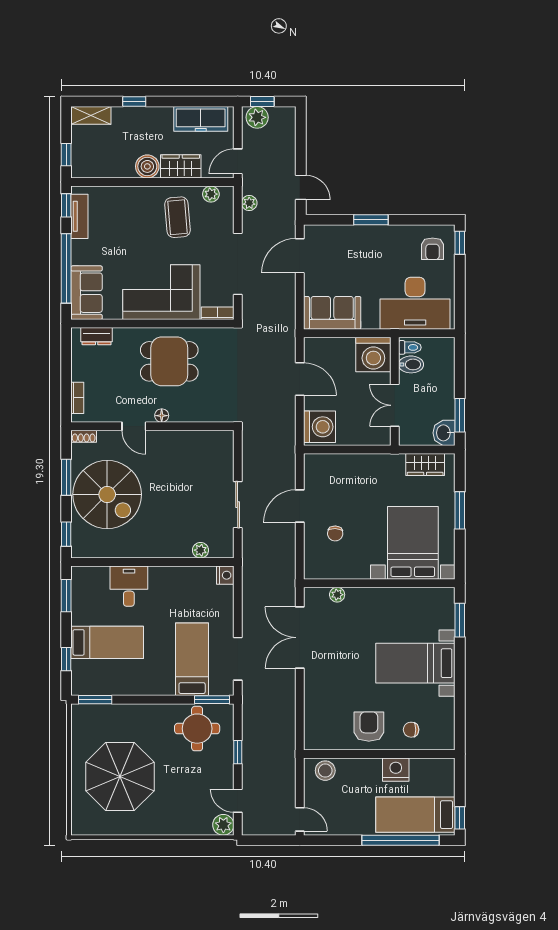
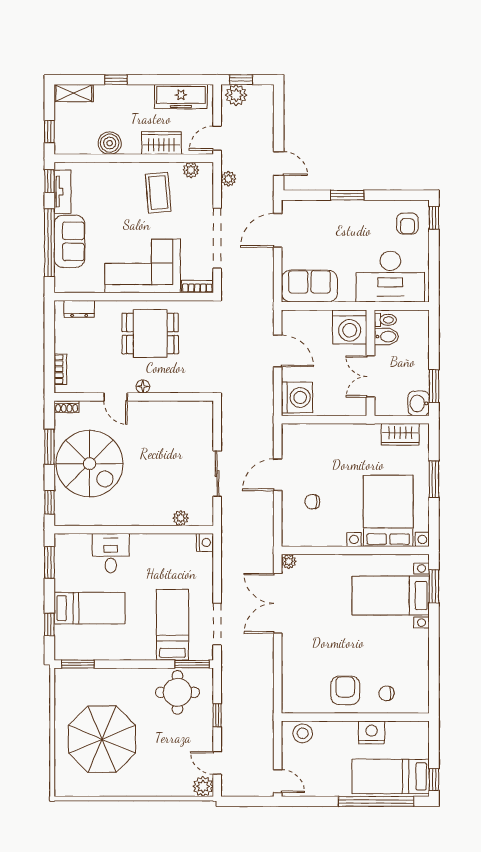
boiler: (147, 166) -> (110, 143), moved
sofa: (87, 293) -> (69, 241), moved
chair: (335, 533) -> (312, 502), turned 87
plant: (337, 595) -> (289, 561), moved
bed with nightstands: (415, 663) -> (391, 596), moved

